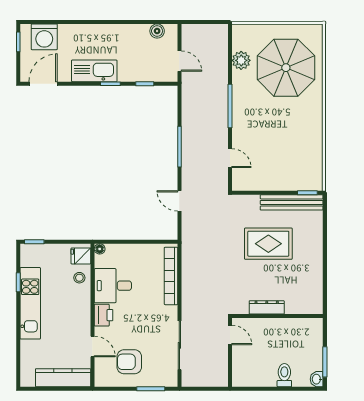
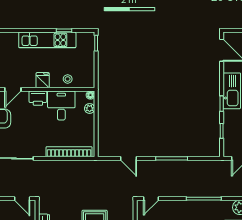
door: (230, 158) -> (151, 199), moved
door: (179, 201) -> (129, 158), swing flipped
plant: (117, 250) -> (90, 108), added
fridge: (81, 256) -> (43, 80), moved
door: (230, 335) -> (22, 199), hinge flipped

